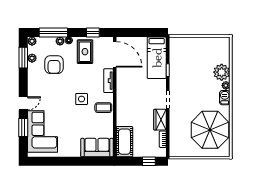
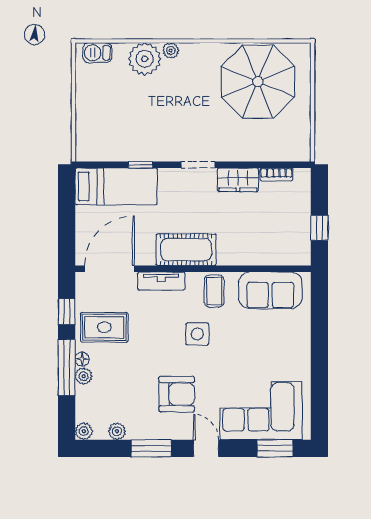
window: (53, 32) -> (67, 367), moved
window: (23, 58) -> (151, 448), moved
armchair: (54, 65) -> (177, 394), moved
barbecue: (225, 98) -> (97, 53), moved
window: (23, 127) -> (275, 448), moved
cot: (124, 142) -> (186, 250), moved
sofa: (97, 148) -> (270, 290), moved, turned -90
window: (149, 161) -> (319, 228), moved

